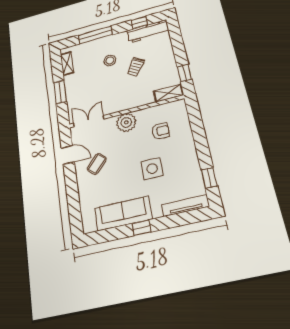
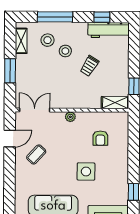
stool: (91, 56) -> (48, 40), added
plant: (126, 122) -> (70, 117), width x0.53, depth x0.53
armchair: (161, 131) -> (100, 138), turned 90
door: (68, 155) -> (10, 139), hinge flipped

